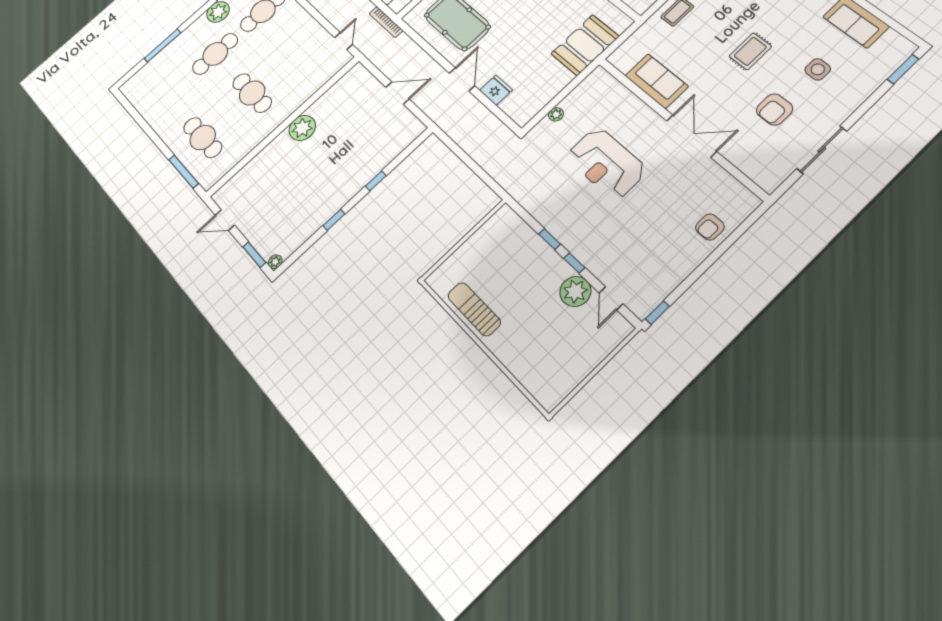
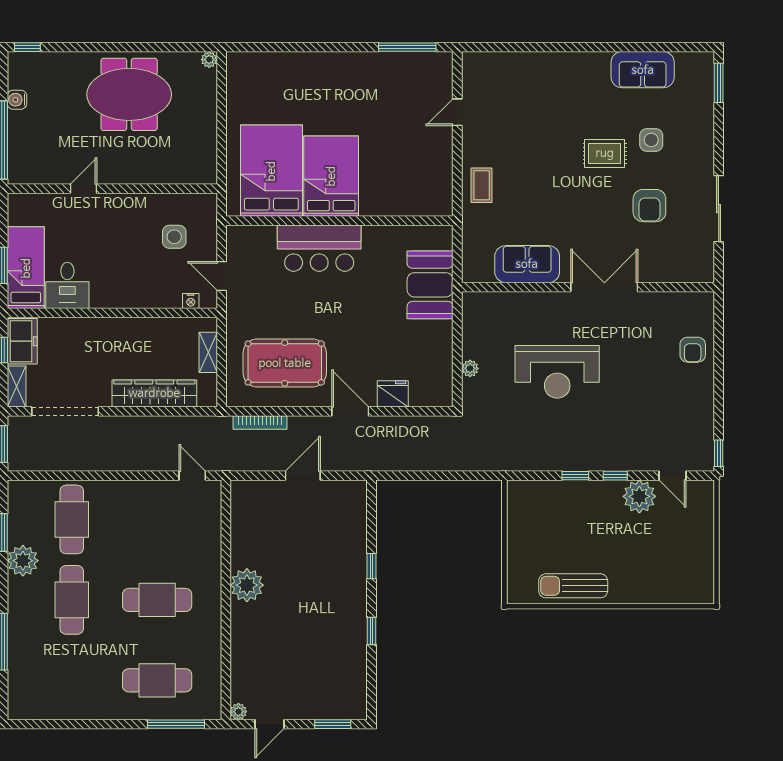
bookcase: (386, 22) -> (260, 423), moved
rug: (750, 51) -> (605, 153), moved, turned 90
plant: (275, 262) -> (238, 712), moved

